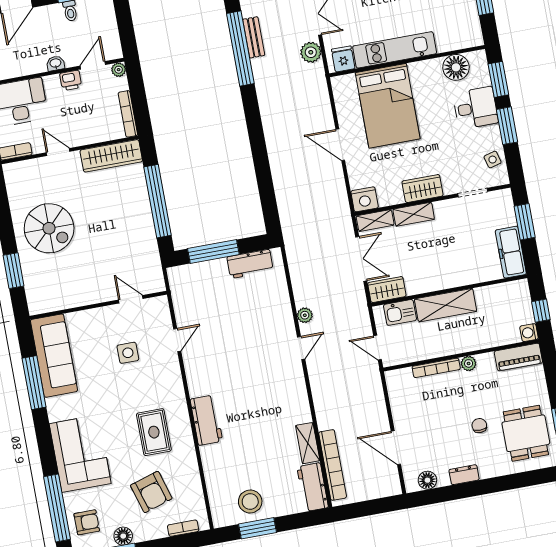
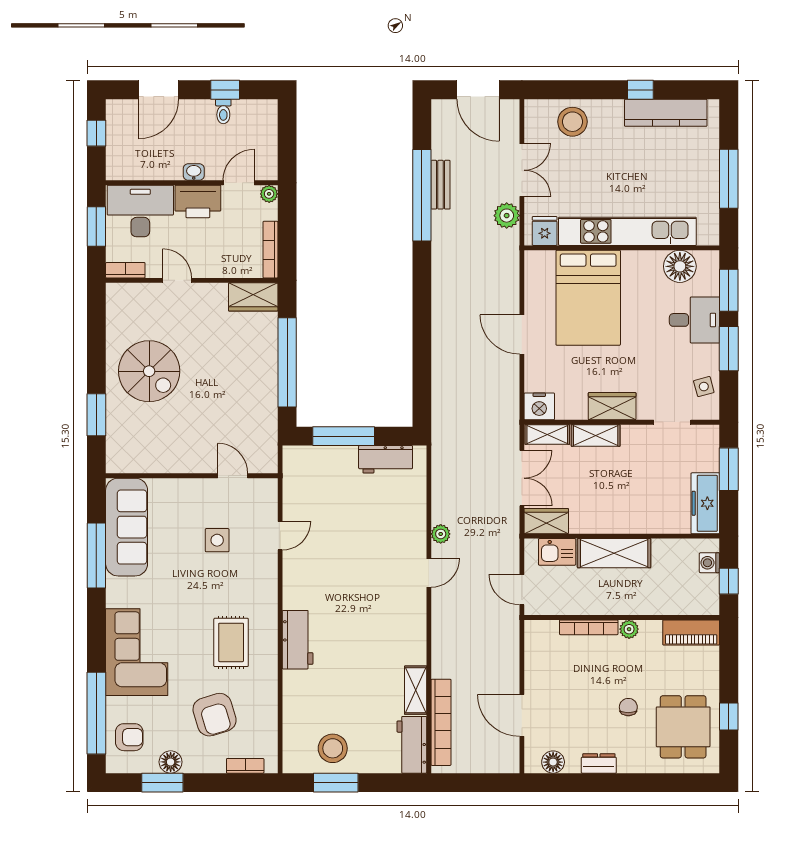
kitchen unit: (395, 50) -> (627, 231), width x1.36
printer: (71, 80) -> (198, 201), width x1.87, depth x1.48
wardrobe: (111, 156) -> (253, 297), width x0.67
washing machine: (529, 333) -> (709, 563), moved

